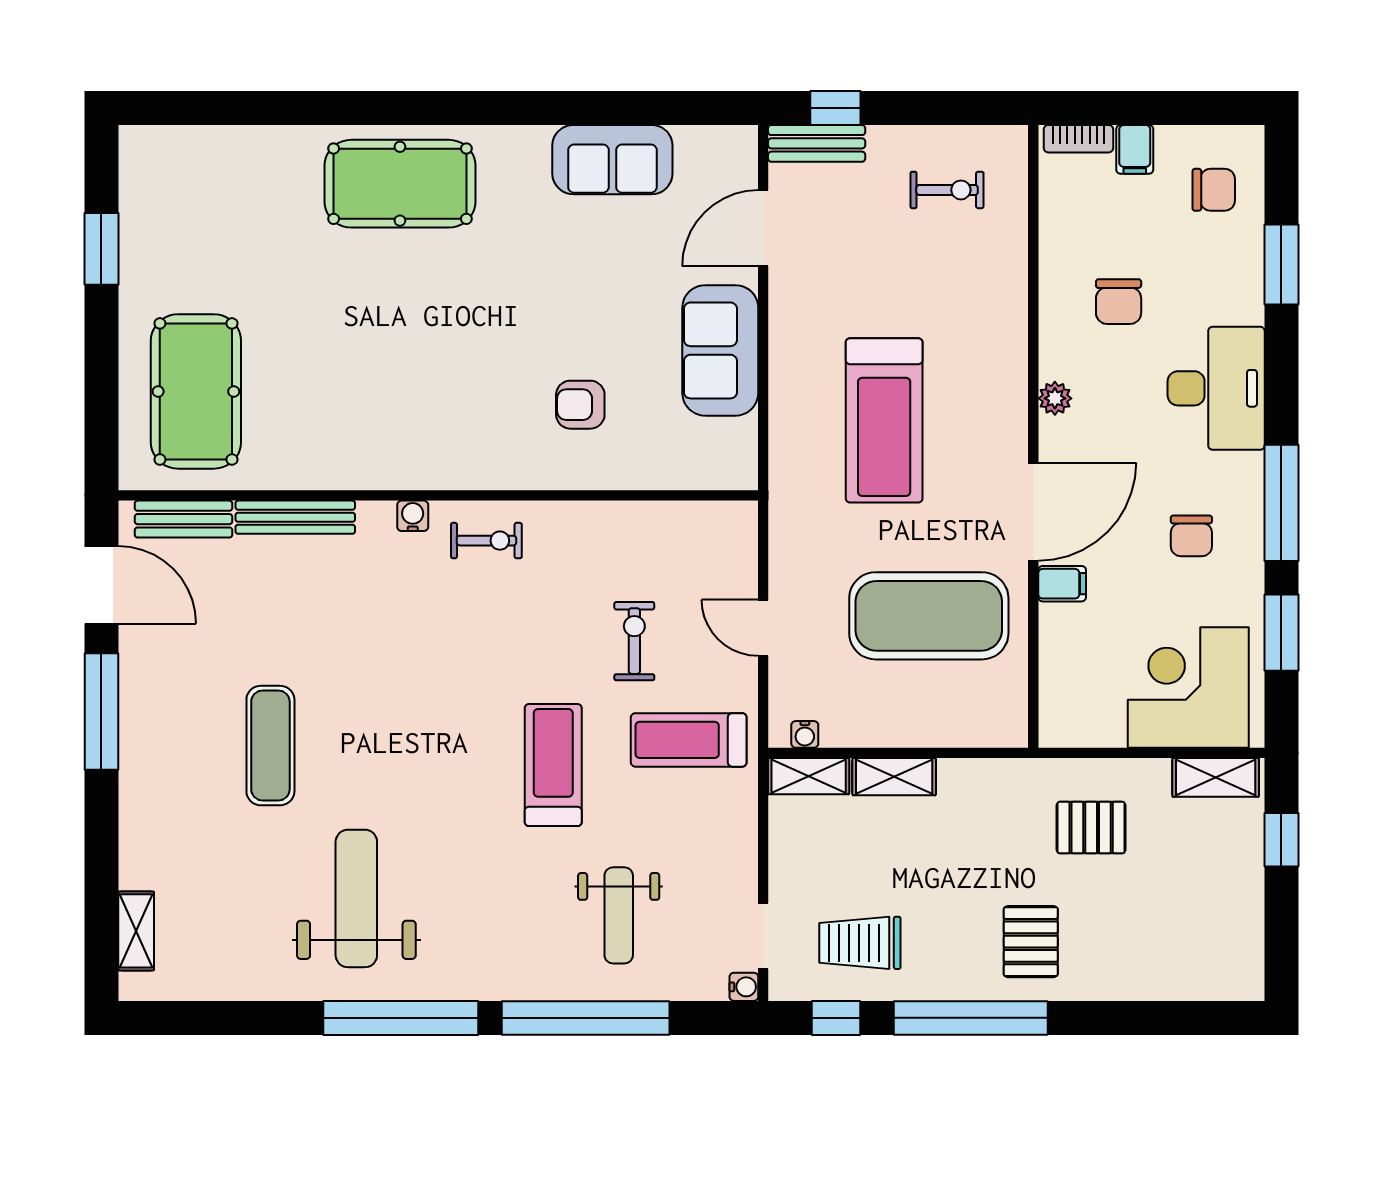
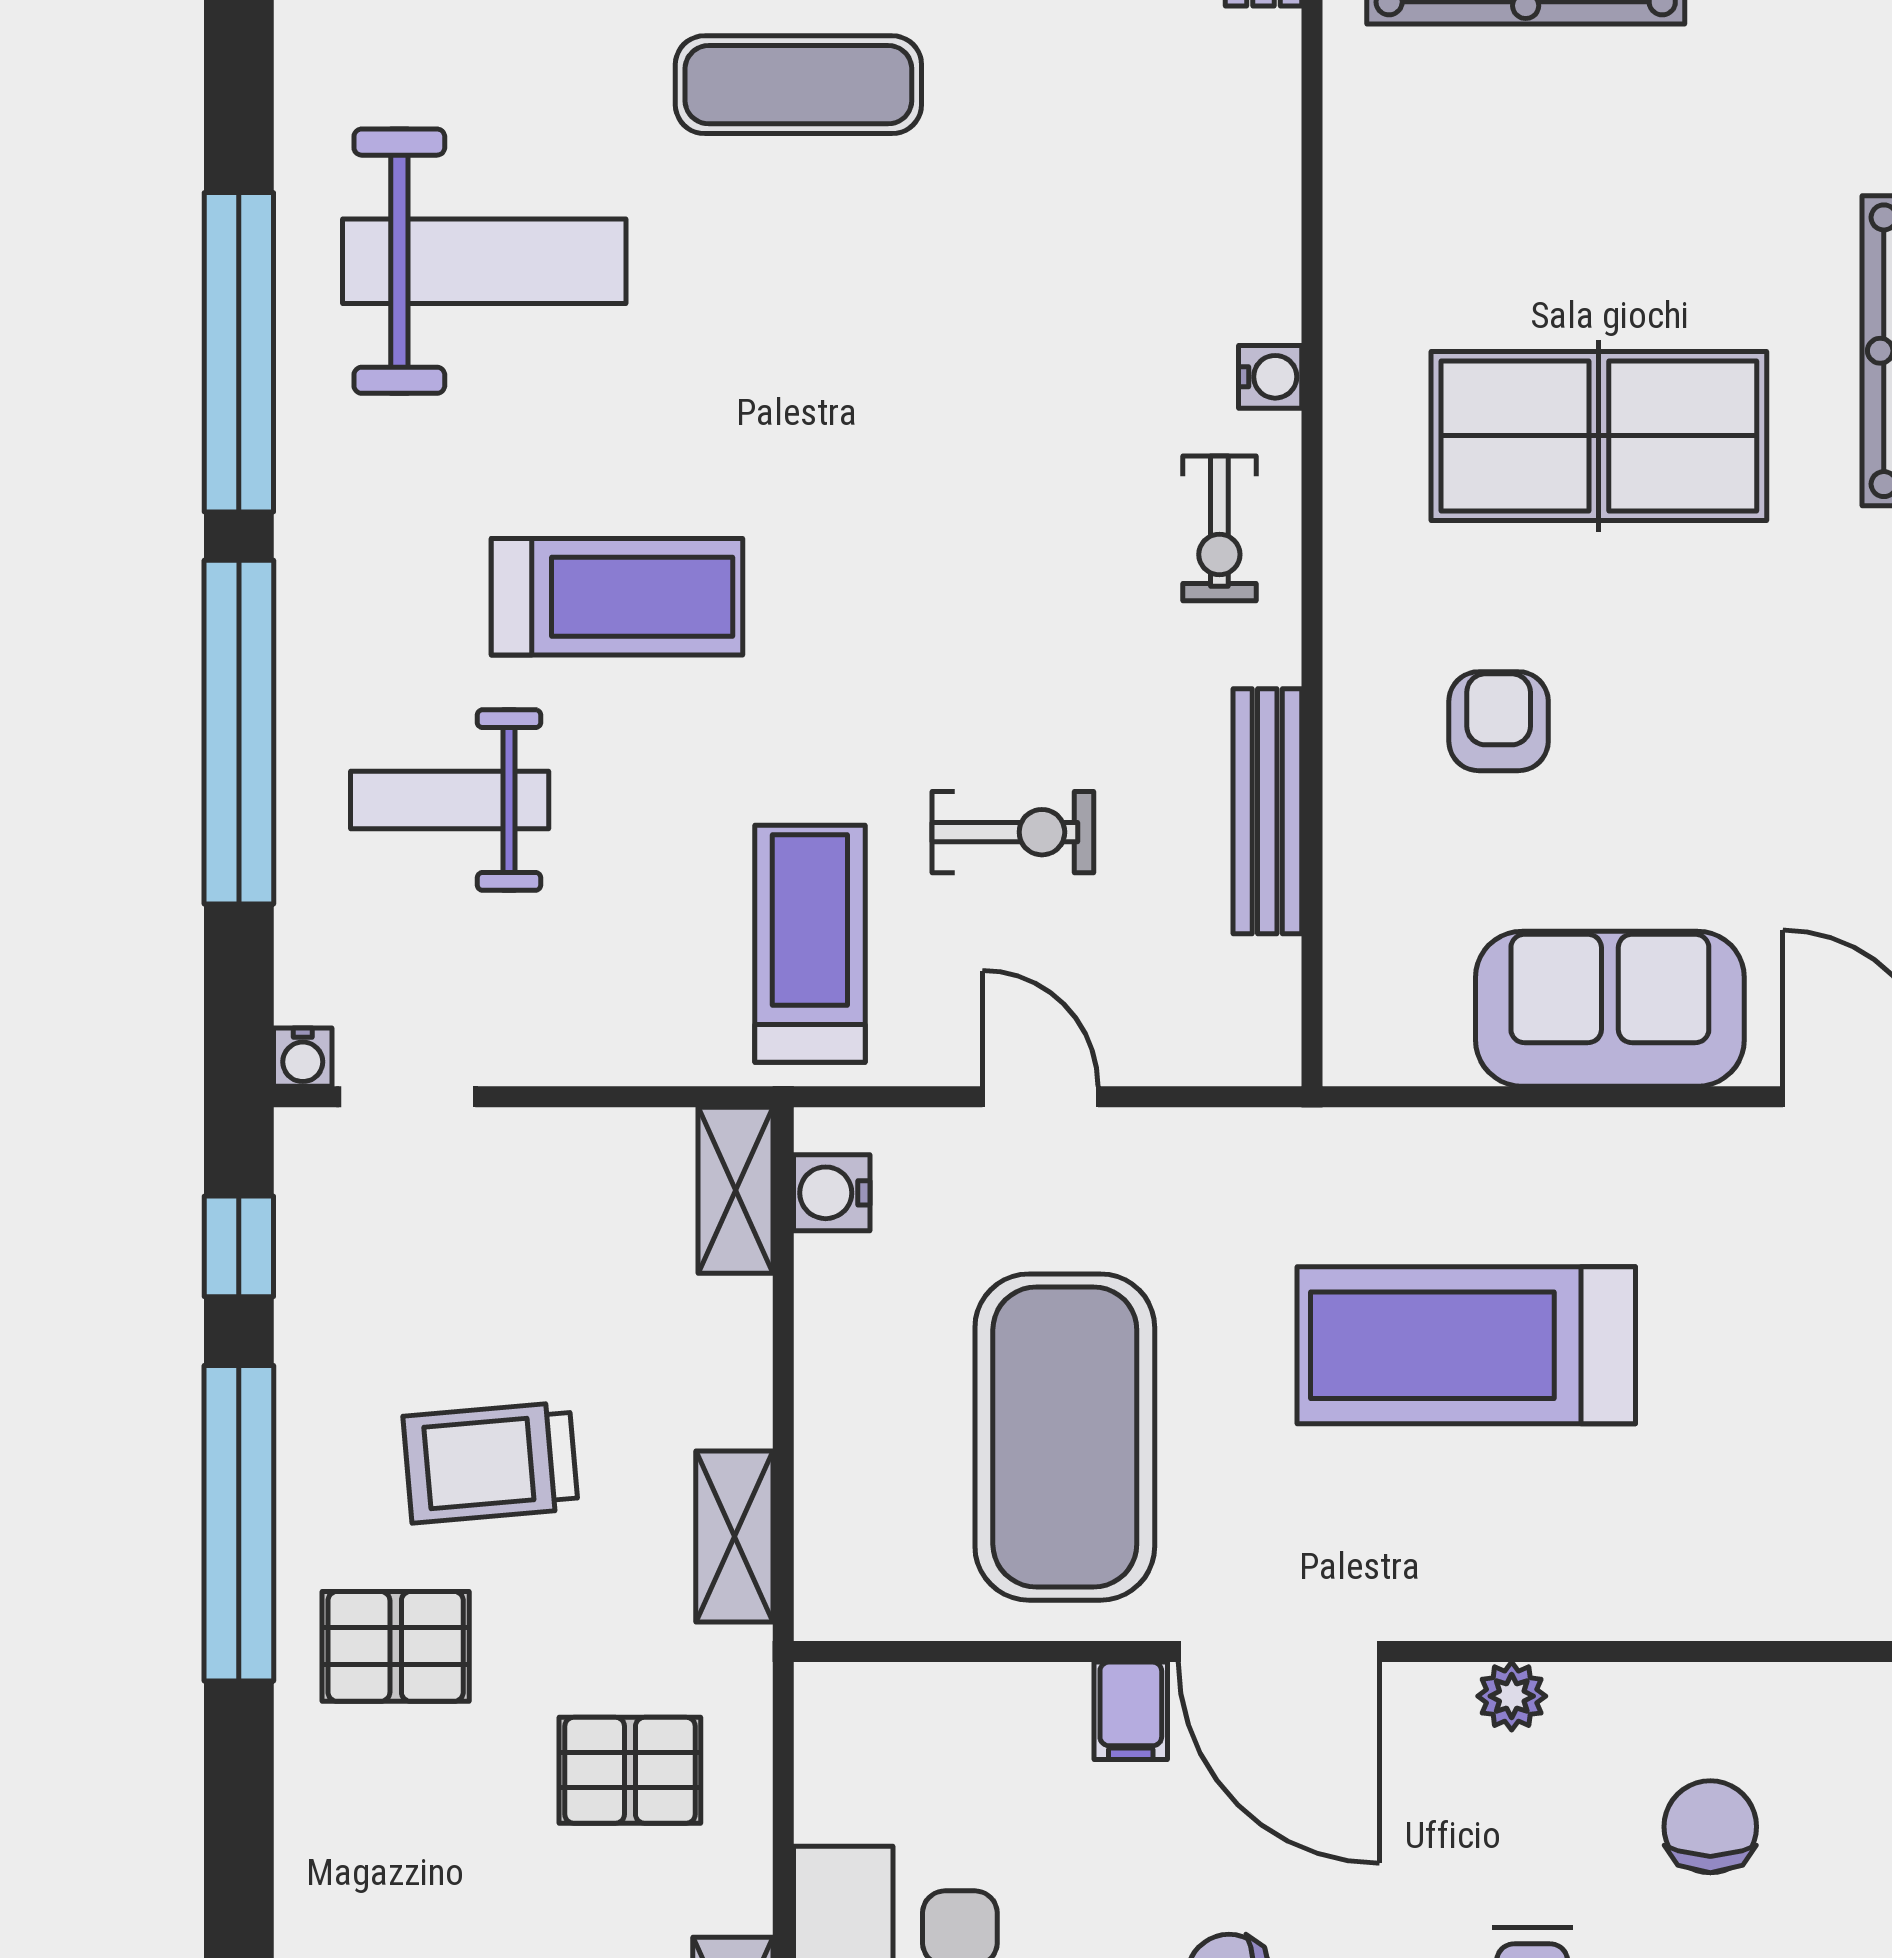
chair: (1119, 302) -> (1710, 1827), turned 90
table tennis table: (441, 356) -> (1599, 436), added
bench: (295, 517) -> (1267, 811), moved
door: (763, 628) -> (1040, 1097), hinge flipped
water cooler: (805, 734) -> (832, 1193), width x1.38, depth x1.38
treadmill: (553, 765) -> (617, 597), moved
shelving: (894, 777) -> (734, 1536), moved
pallet: (1091, 828) -> (630, 1770), turned 90
trolley: (860, 943) -> (491, 1462), moved, turned -95

